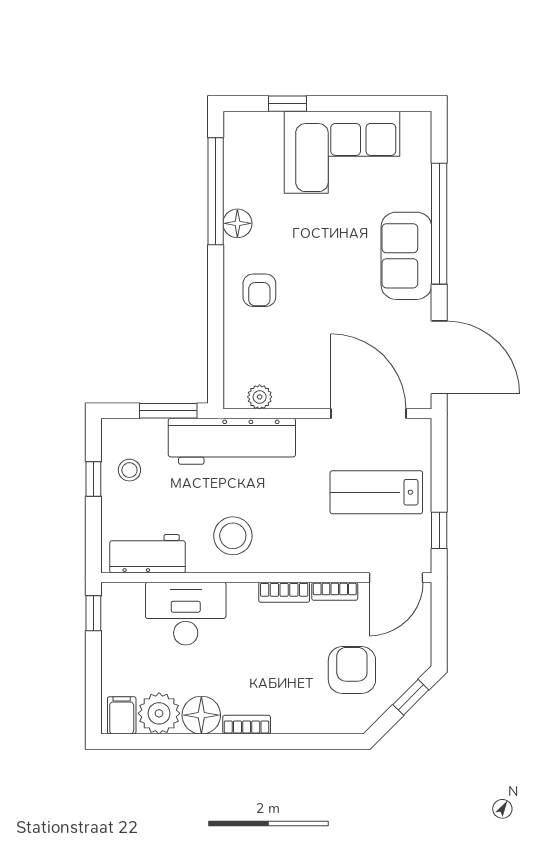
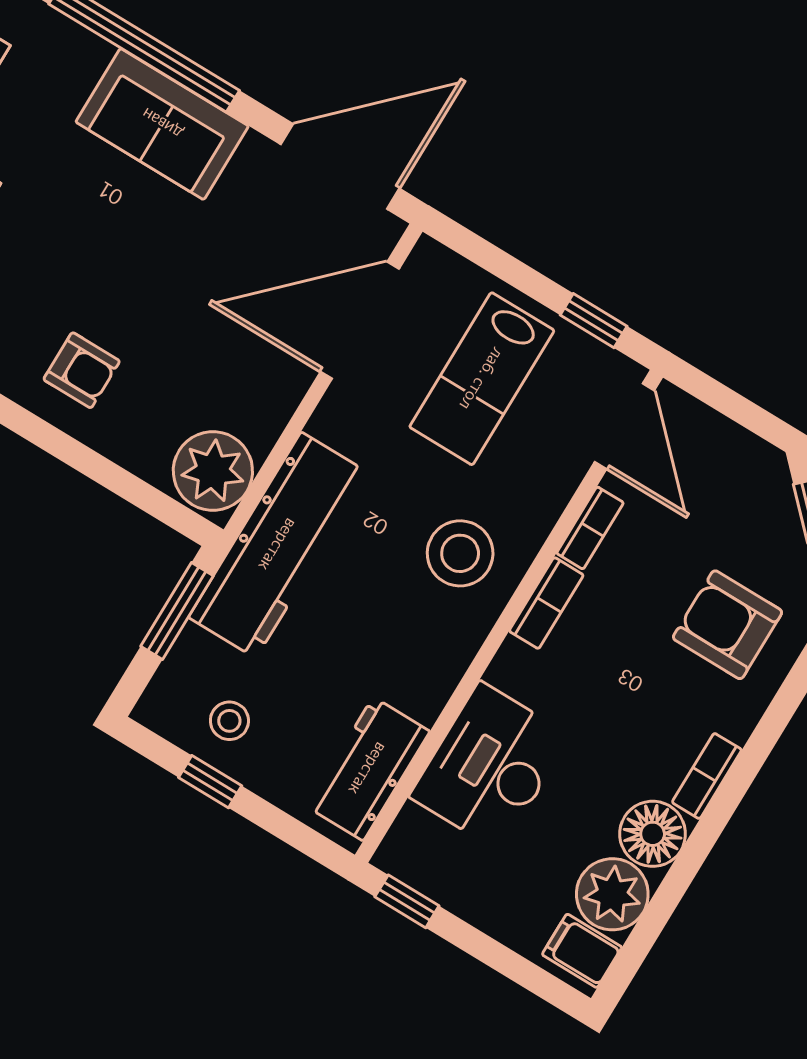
plant: (260, 397) -> (213, 471), width x1.87, depth x1.87
stool: (233, 536) -> (460, 553), moved
armchair: (352, 670) -> (728, 625), moved

